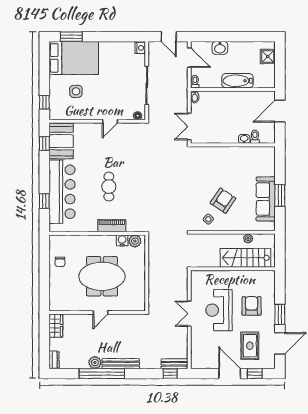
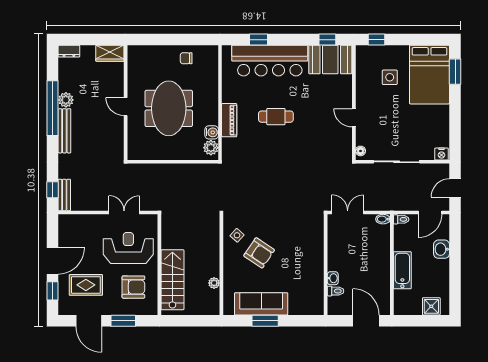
stairs: (245, 258) -> (172, 280), moved
wall: (233, 269) -> (159, 265), moved

